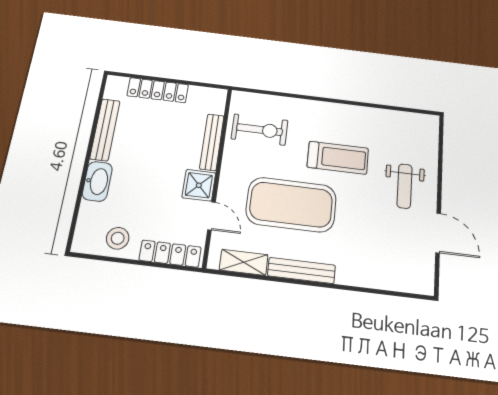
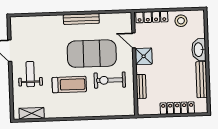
exercise bike: (260, 130) -> (110, 80), moved
bench: (212, 142) -> (141, 87), width x0.73
treadmill: (338, 158) -> (69, 85), turned 180
shelving: (244, 262) -> (32, 113), moved

